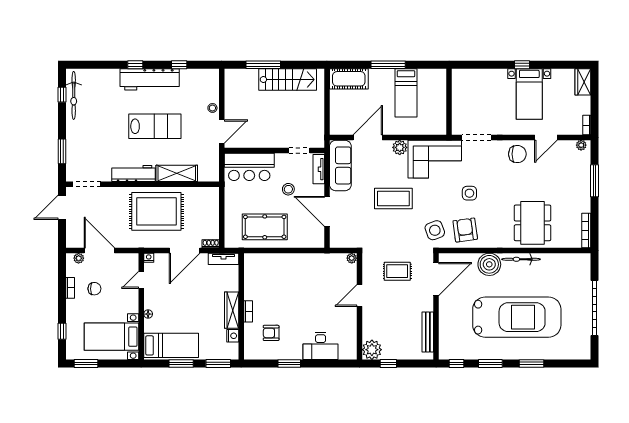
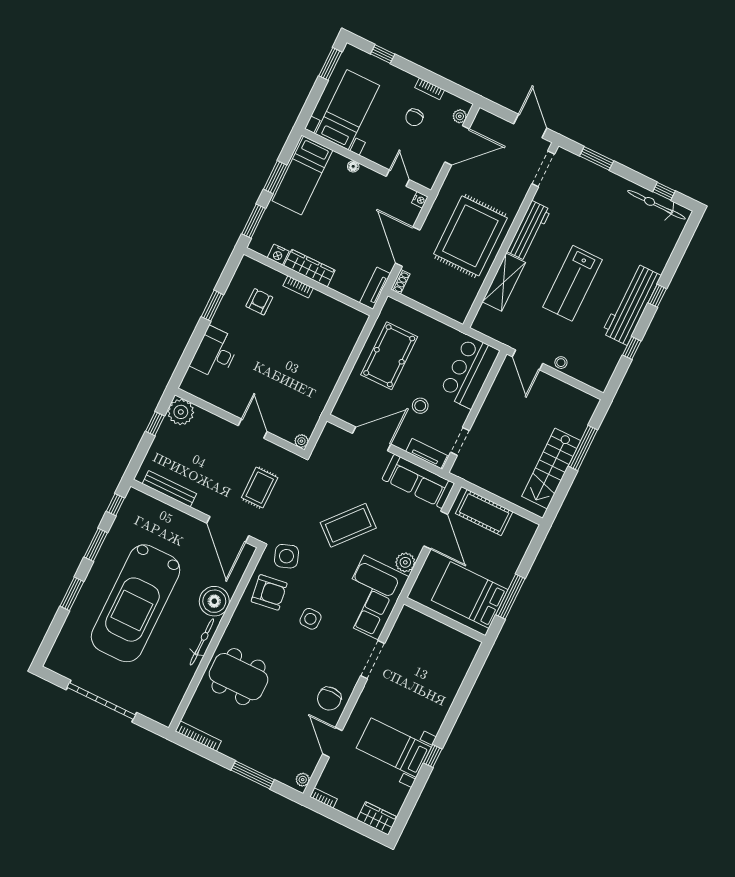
cot: (349, 79) -> (484, 513), moved, turned 90
bed: (406, 93) -> (470, 595), width x1.50
wall: (449, 102) -> (445, 620), moved
coffee table: (393, 199) -> (348, 525), turned 41

